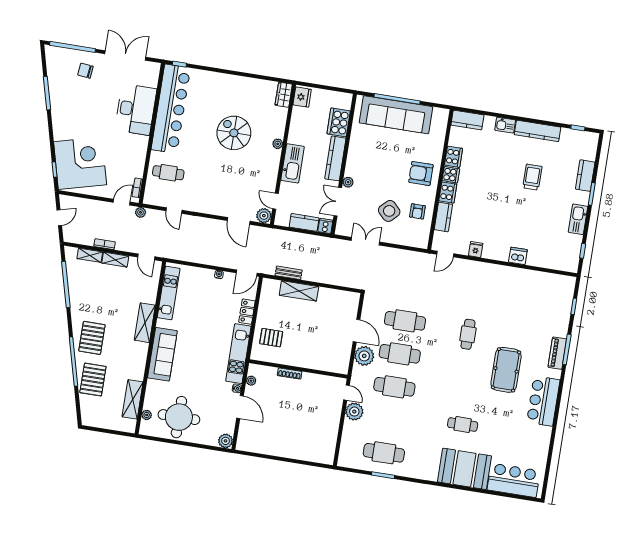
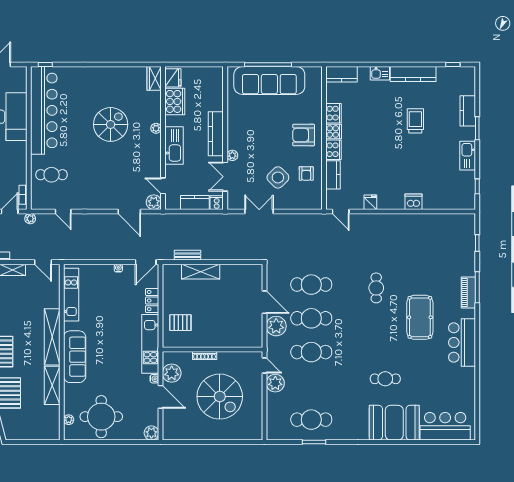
cooker: (339, 122) -> (175, 101), moved, turned 180
spiral stairs: (234, 133) -> (111, 124), turned 90
door: (445, 254) -> (341, 211), hinge flipped
shelving: (145, 323) -> (52, 337), width x1.47
plant: (251, 381) -> (172, 373), width x1.87, depth x1.87
shelving: (133, 399) -> (52, 385), moved
spiral stairs: (298, 416) -> (220, 397), added

